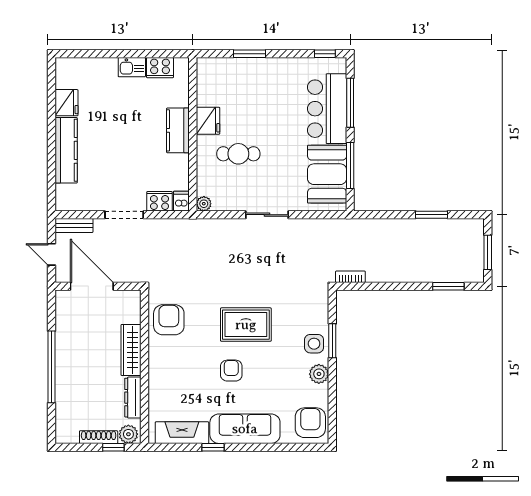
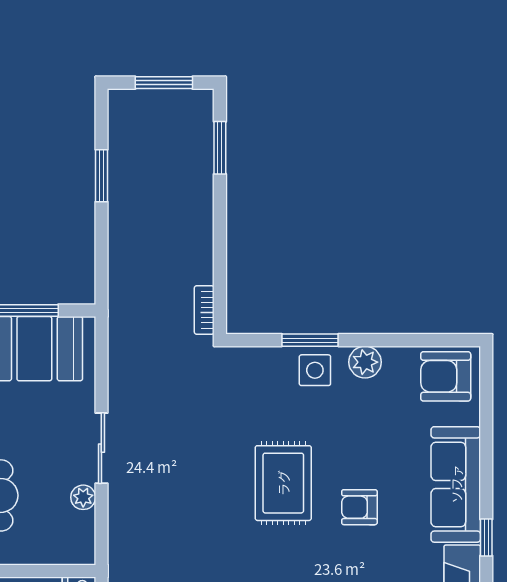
plant: (204, 204) -> (83, 497), moved

